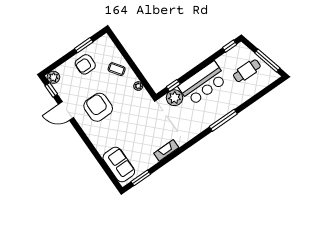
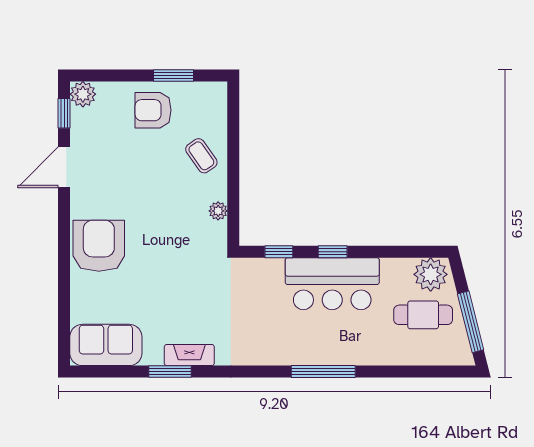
window: (230, 46) -> (333, 252), moved
plant: (175, 98) -> (431, 274), moved
armchair: (98, 107) -> (99, 246), moved
door: (66, 111) -> (64, 167), hinge flipped
sofa: (119, 165) -> (106, 345), moved, turned -90
window: (141, 178) -> (170, 372), moved

